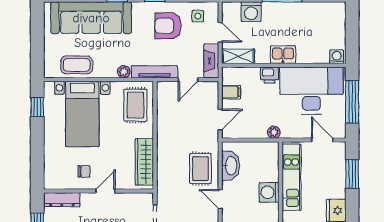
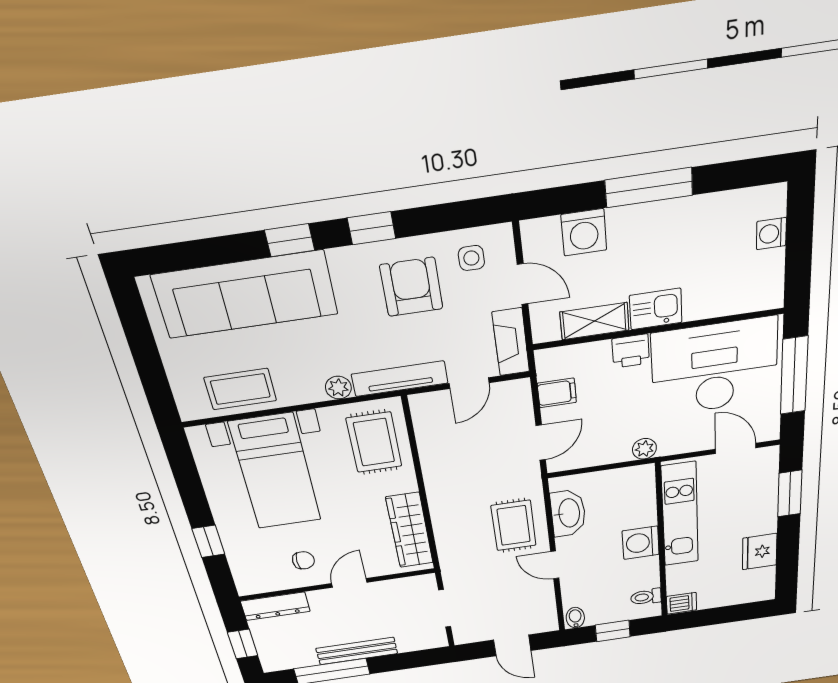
armchair: (168, 26) -> (411, 287), turned 90
shelving: (238, 56) -> (594, 321), moved
washing machine: (337, 57) -> (771, 234), moved, turned -90
window: (37, 107) -> (208, 541), moved

